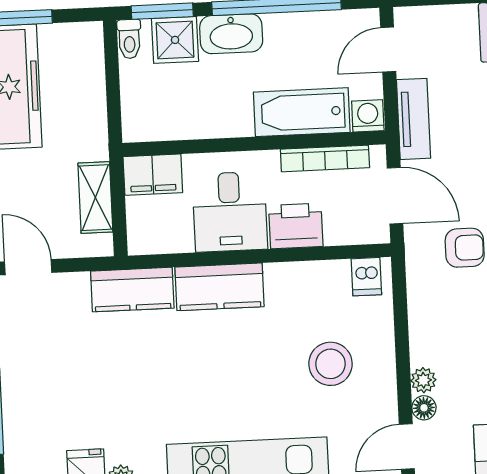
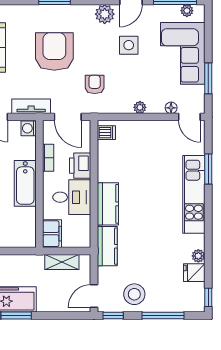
bathtub: (302, 112) -> (25, 183), moved
bookcase: (325, 158) -> (48, 158), width x0.64
door: (395, 196) -> (68, 117), swing flipped
stool: (330, 364) -> (134, 294), moved
plant: (423, 380) -> (140, 107), moved

